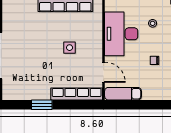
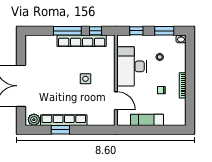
plant: (12, 93) -> (34, 120), added
row of seats: (77, 94) -> (64, 120), moved
exam couch: (123, 94) -> (147, 120), moved

